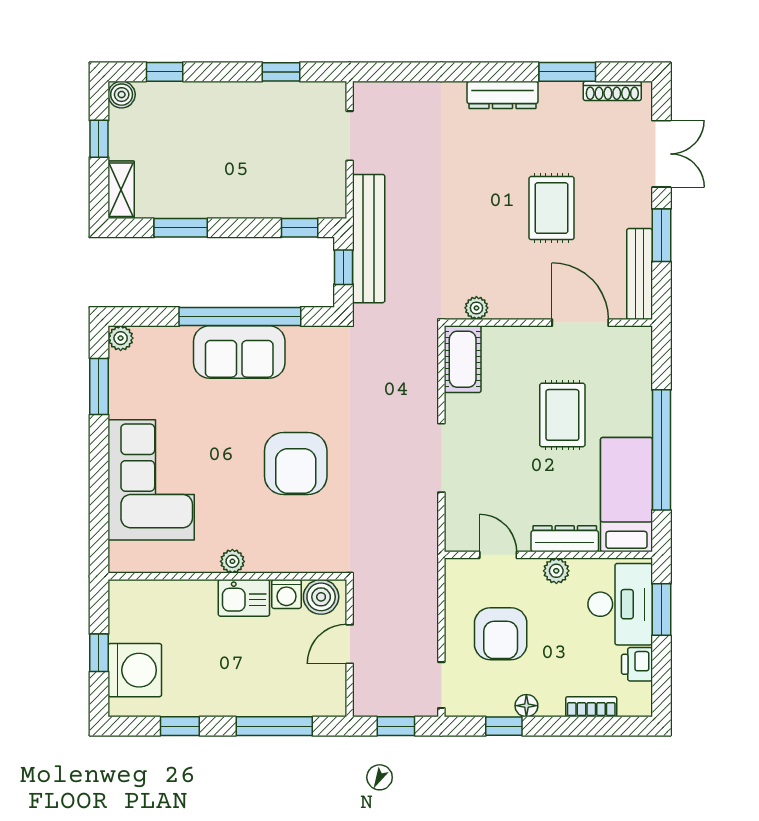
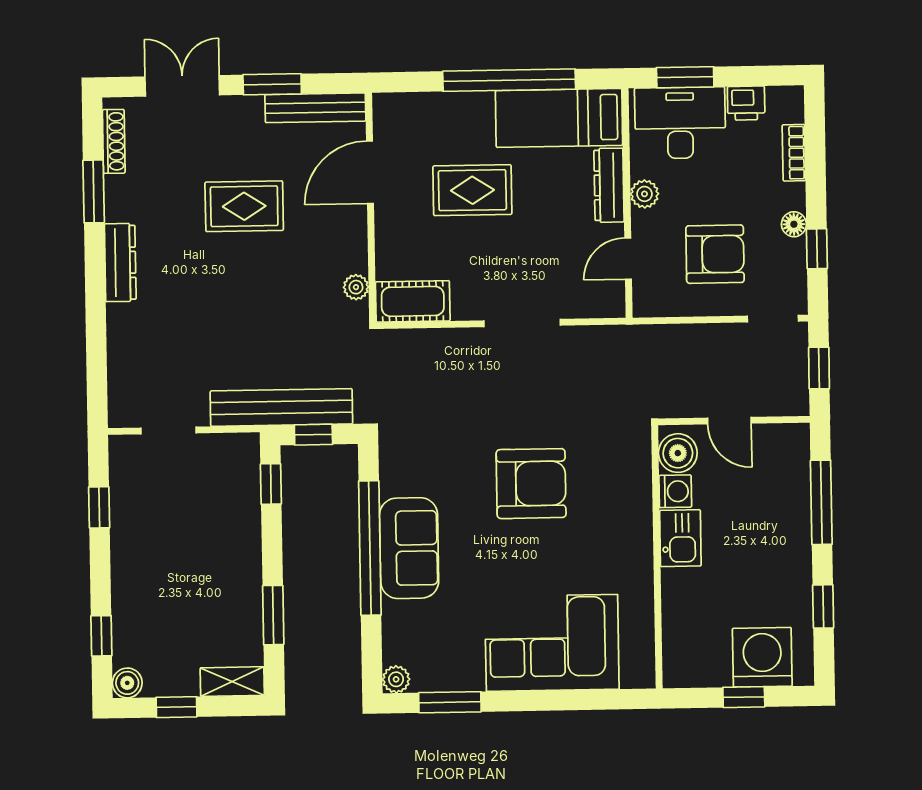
plant: (232, 561) -> (640, 552), removed

